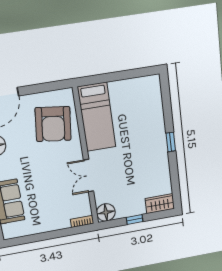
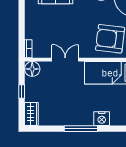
nightstand: (156, 118) -> (102, 119), added
window: (171, 142) -> (81, 129), width x2.17

